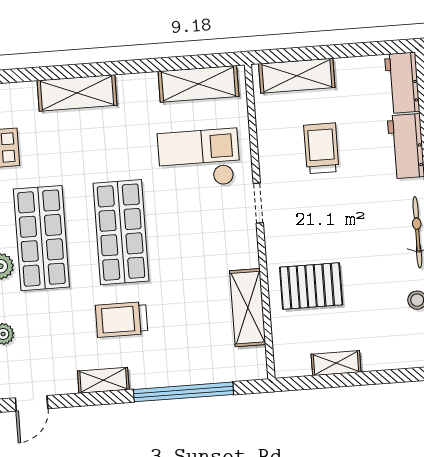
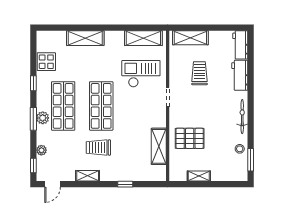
window: (184, 392) -> (125, 184), width x0.32

